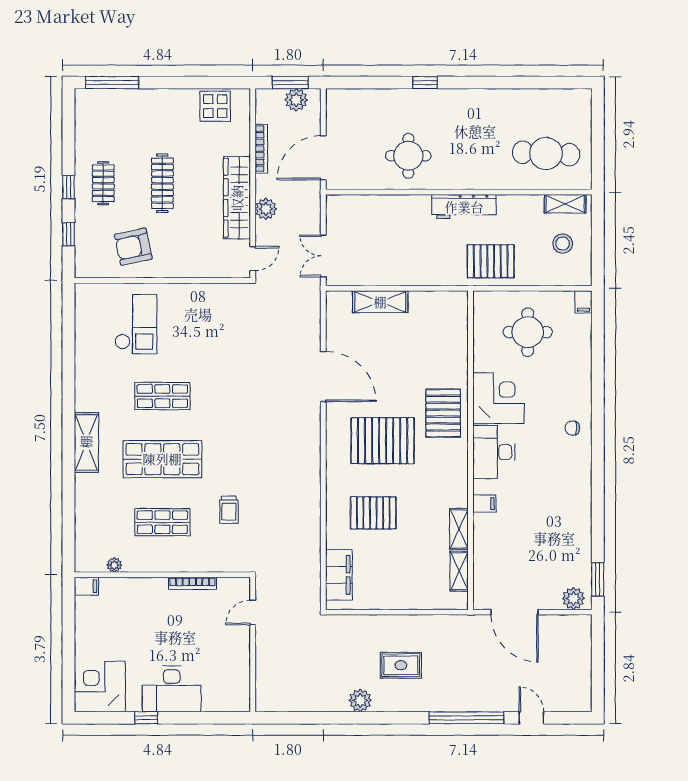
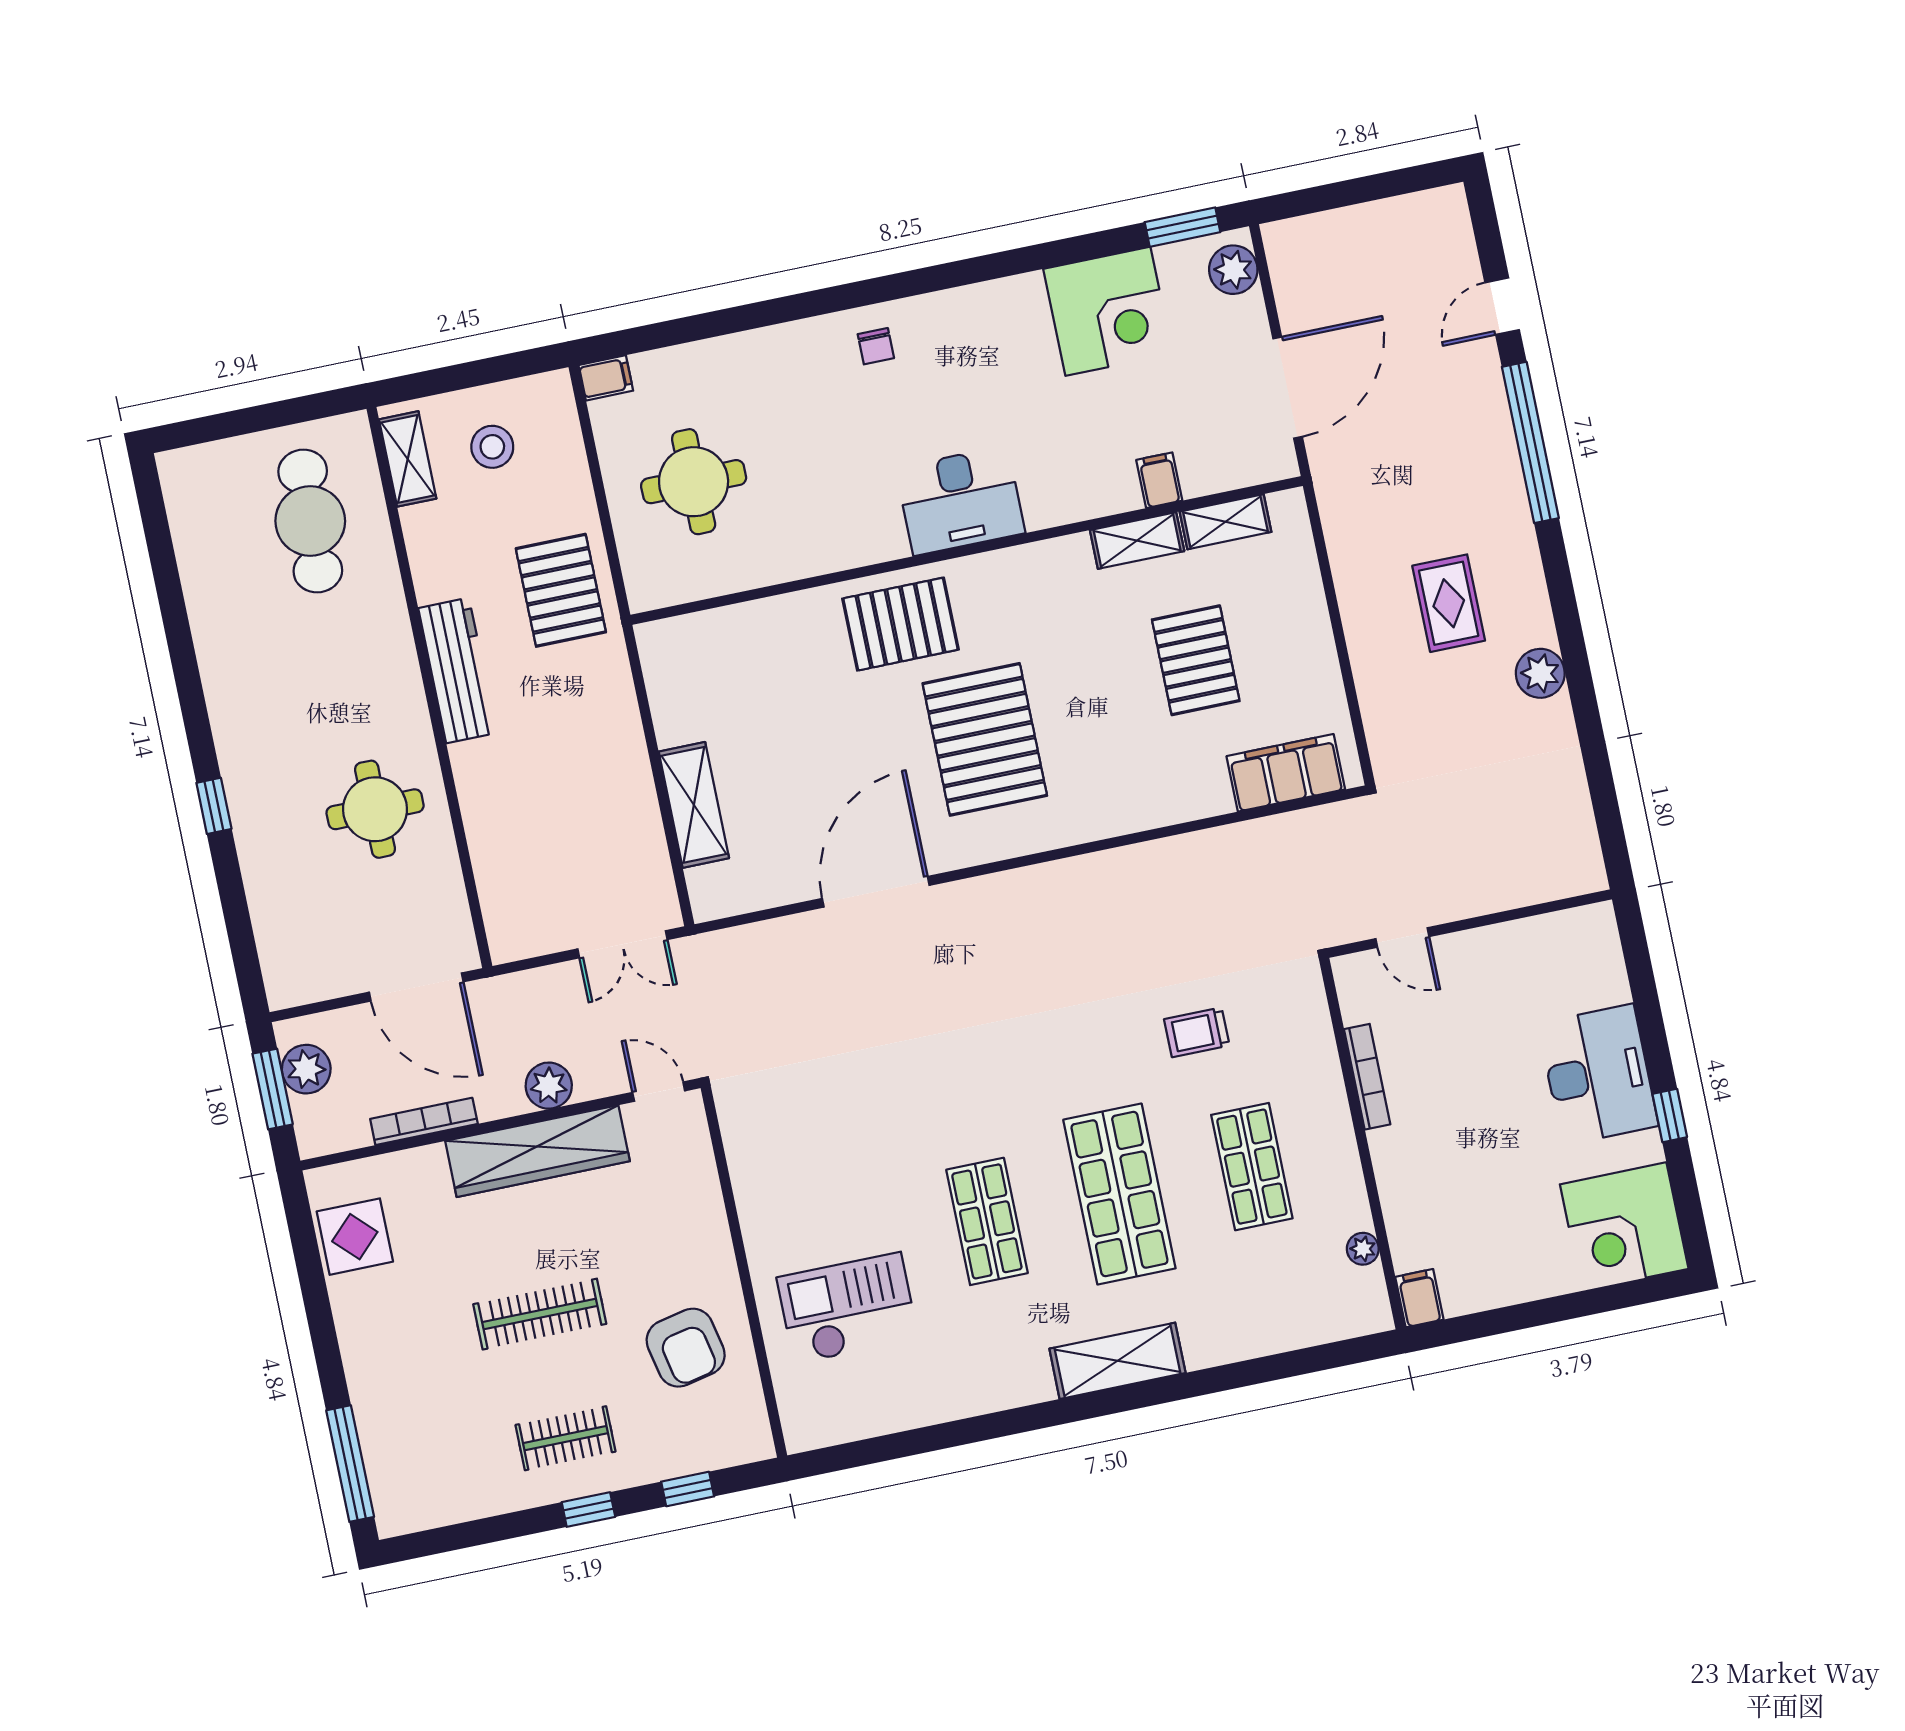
corner desk: (498, 398) -> (1108, 311), moved, turned 180
filing cabinet: (484, 504) -> (1159, 480), moved
trolley: (229, 510) -> (1197, 1032), turned 180
pallet: (373, 513) -> (1196, 660), moved

